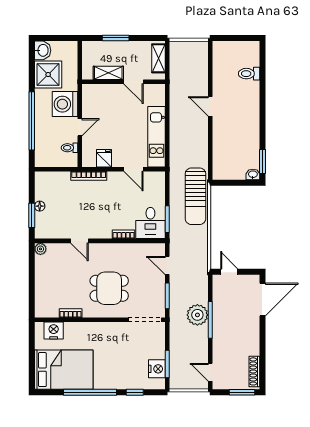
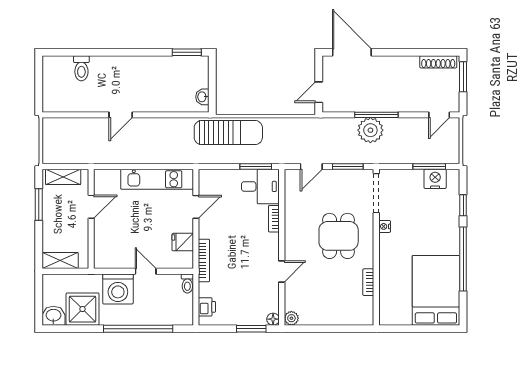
window: (116, 38) -> (39, 204), moved
shelving: (108, 73) -> (60, 261), moved, turned 90
toilet: (69, 148) -> (187, 284), moved
washbasin: (253, 175) -> (202, 97), moved
printer: (50, 178) -> (207, 307), added
floor lamp: (40, 206) -> (273, 319), moved
nightstand: (54, 330) -> (385, 226), moved, width x0.53, depth x0.56

